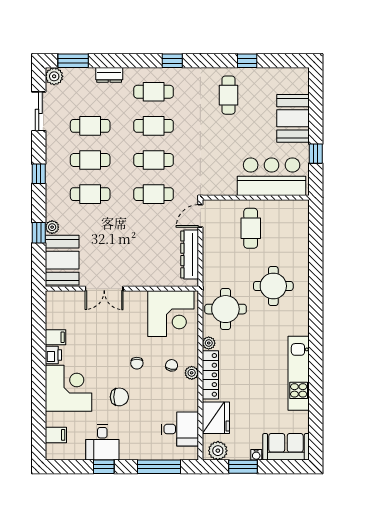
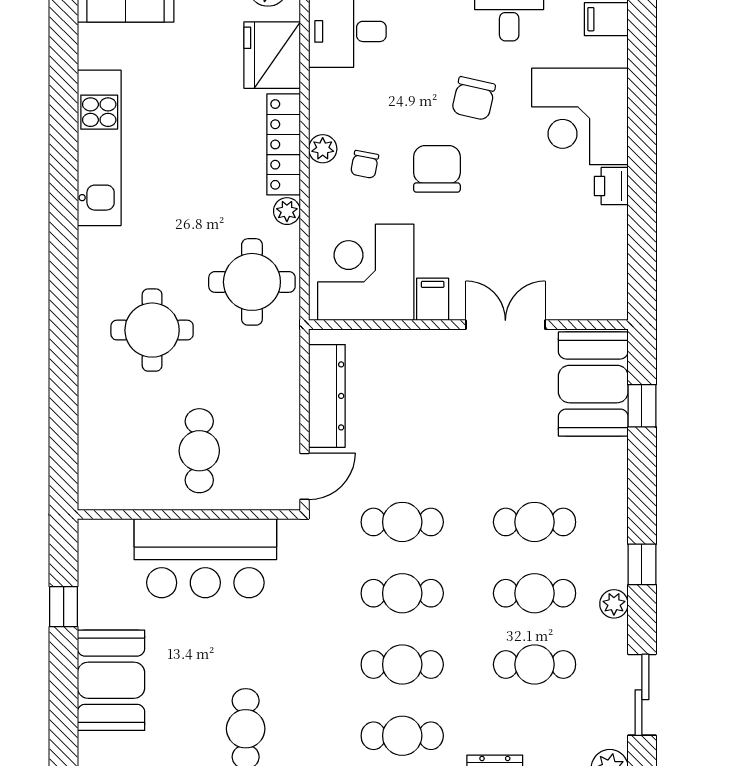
bar counter: (272, 177) -> (205, 558), moved
plant: (52, 227) -> (614, 604), moved
window: (39, 233) -> (642, 406), moved
filing cabinet: (55, 337) -> (433, 299), moved, turned 90
chair: (137, 363) -> (437, 169), width x1.87, depth x1.87
chair: (119, 397) -> (474, 98), turned -77

